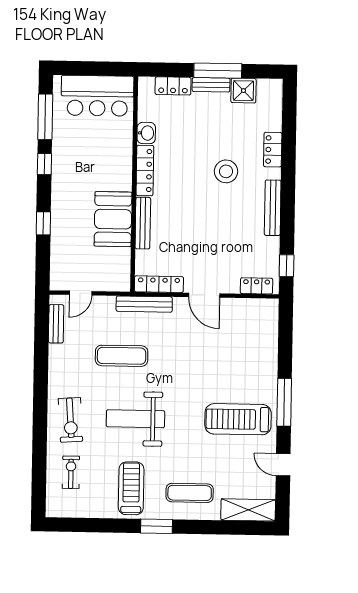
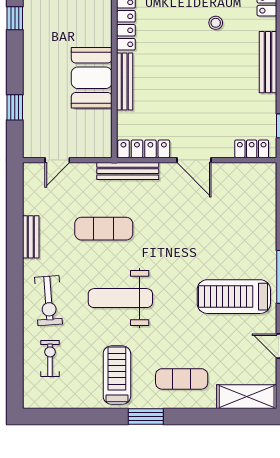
stool: (226, 171) -> (216, 23), width x0.53, depth x0.53
window: (43, 223) -> (15, 107), moved
bench: (56, 324) -> (31, 237), moved

